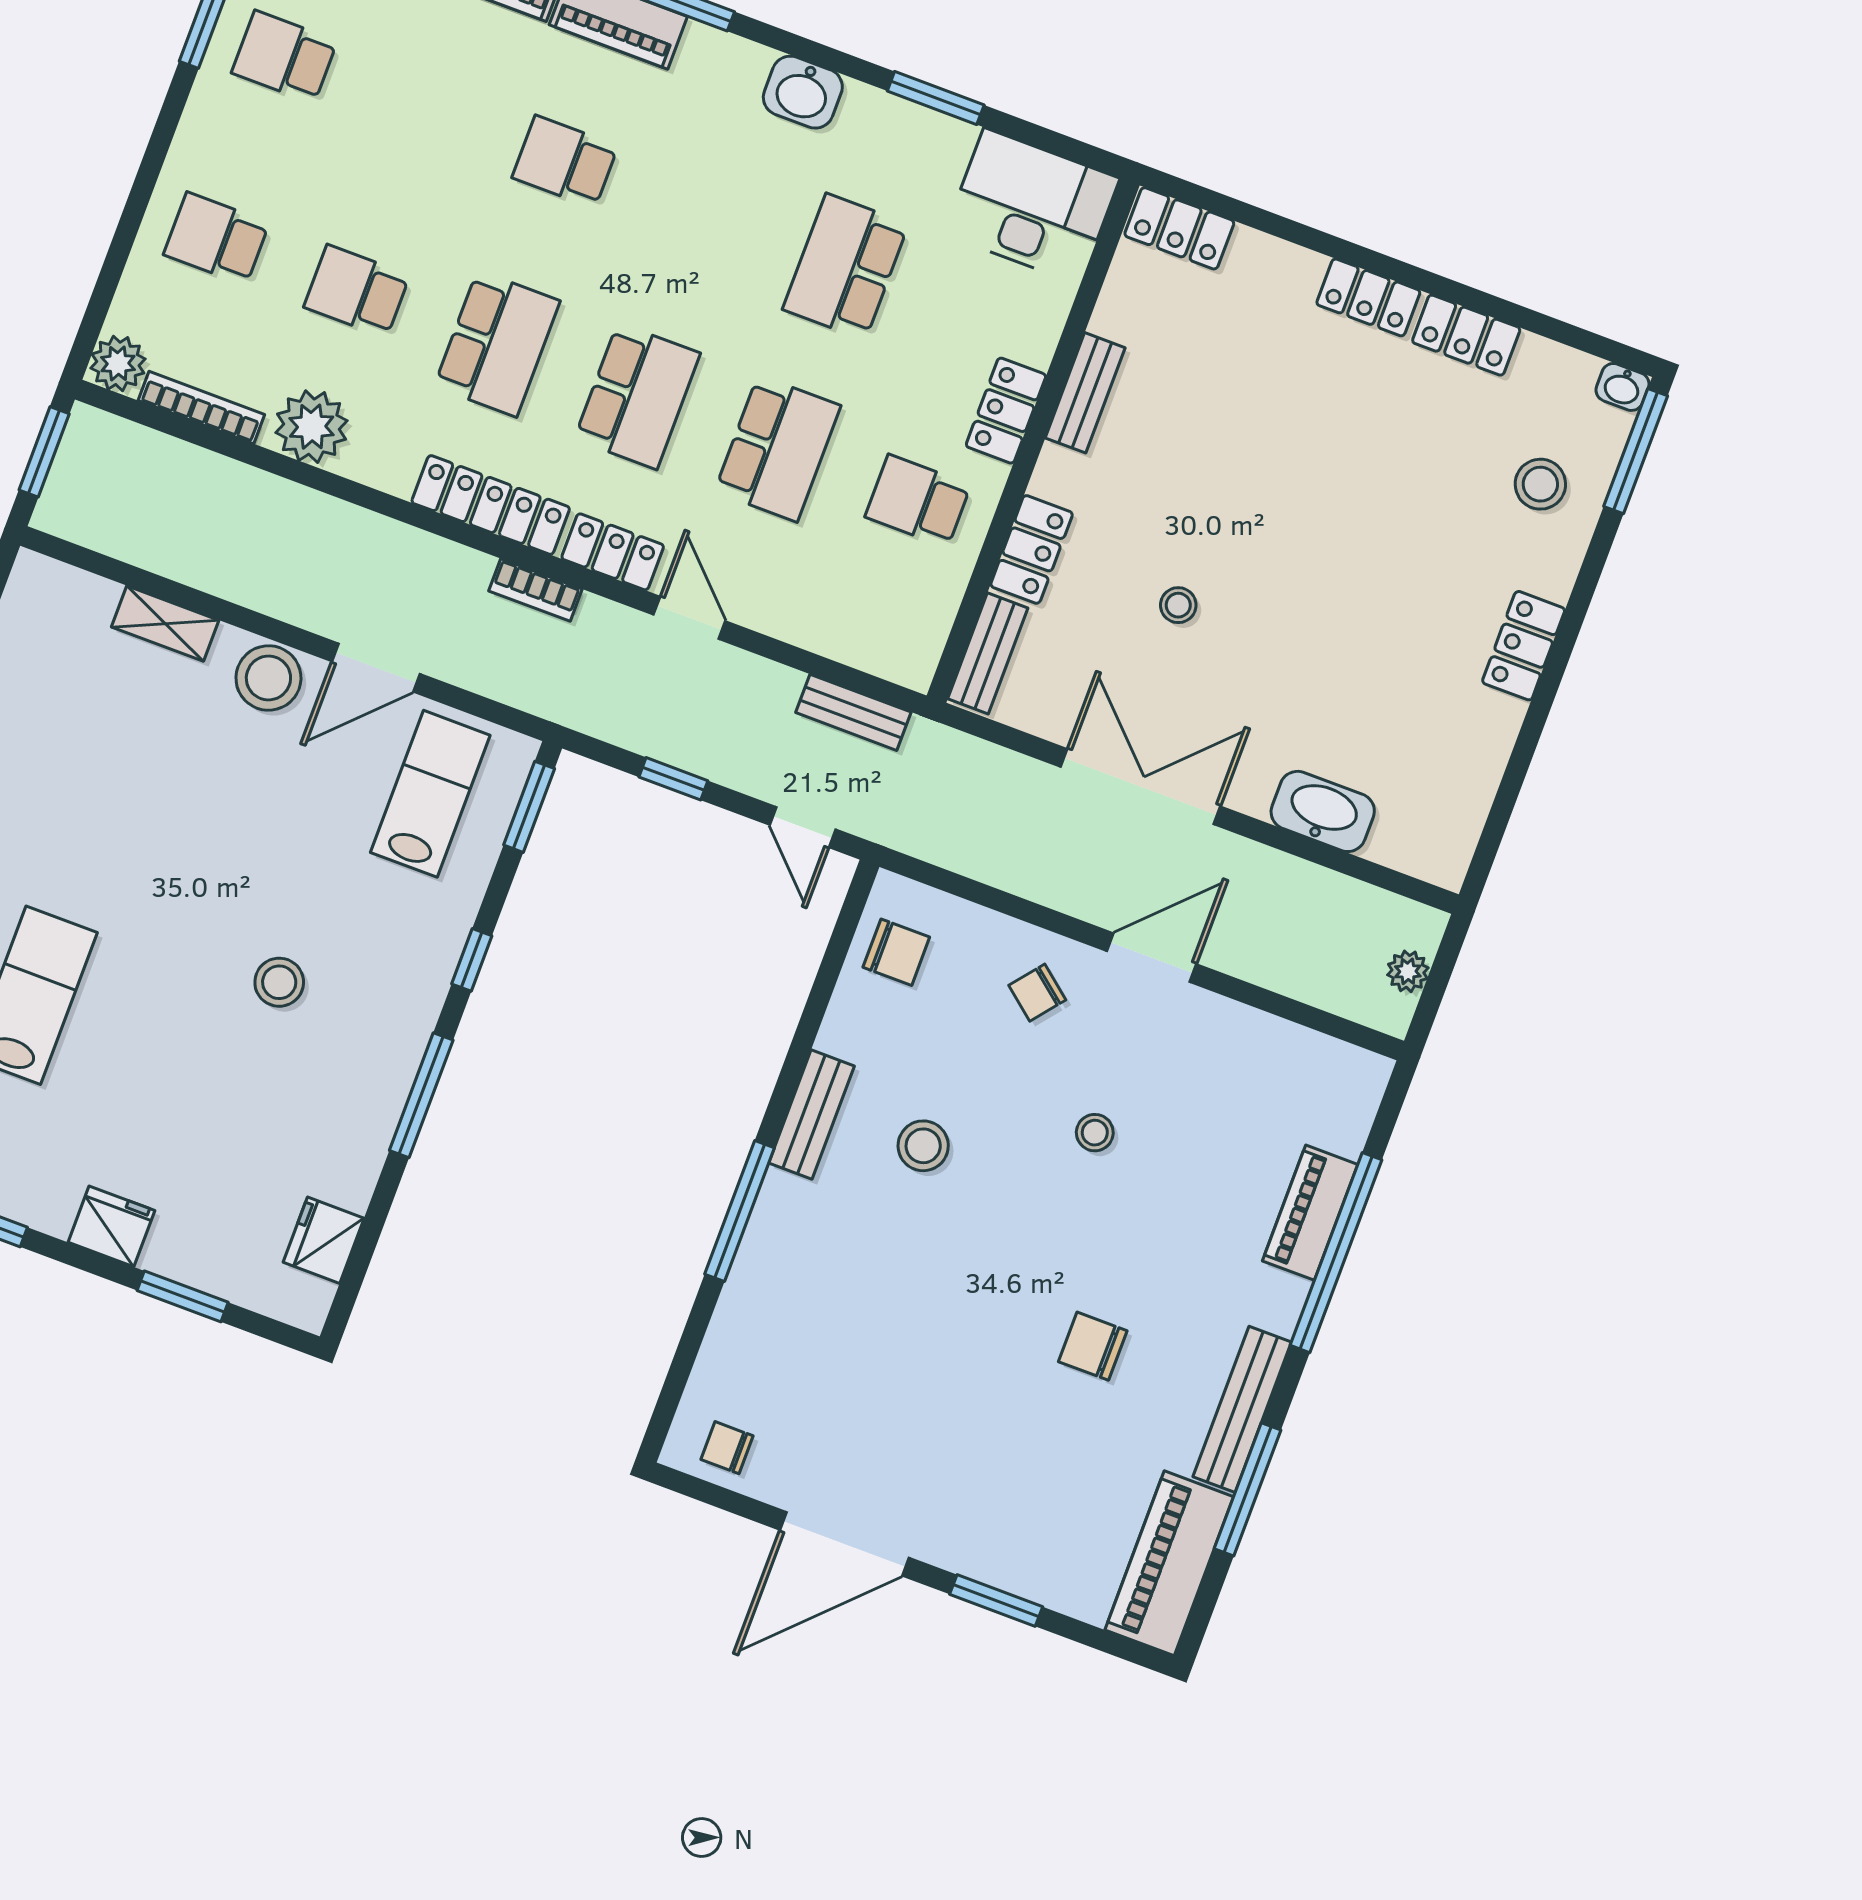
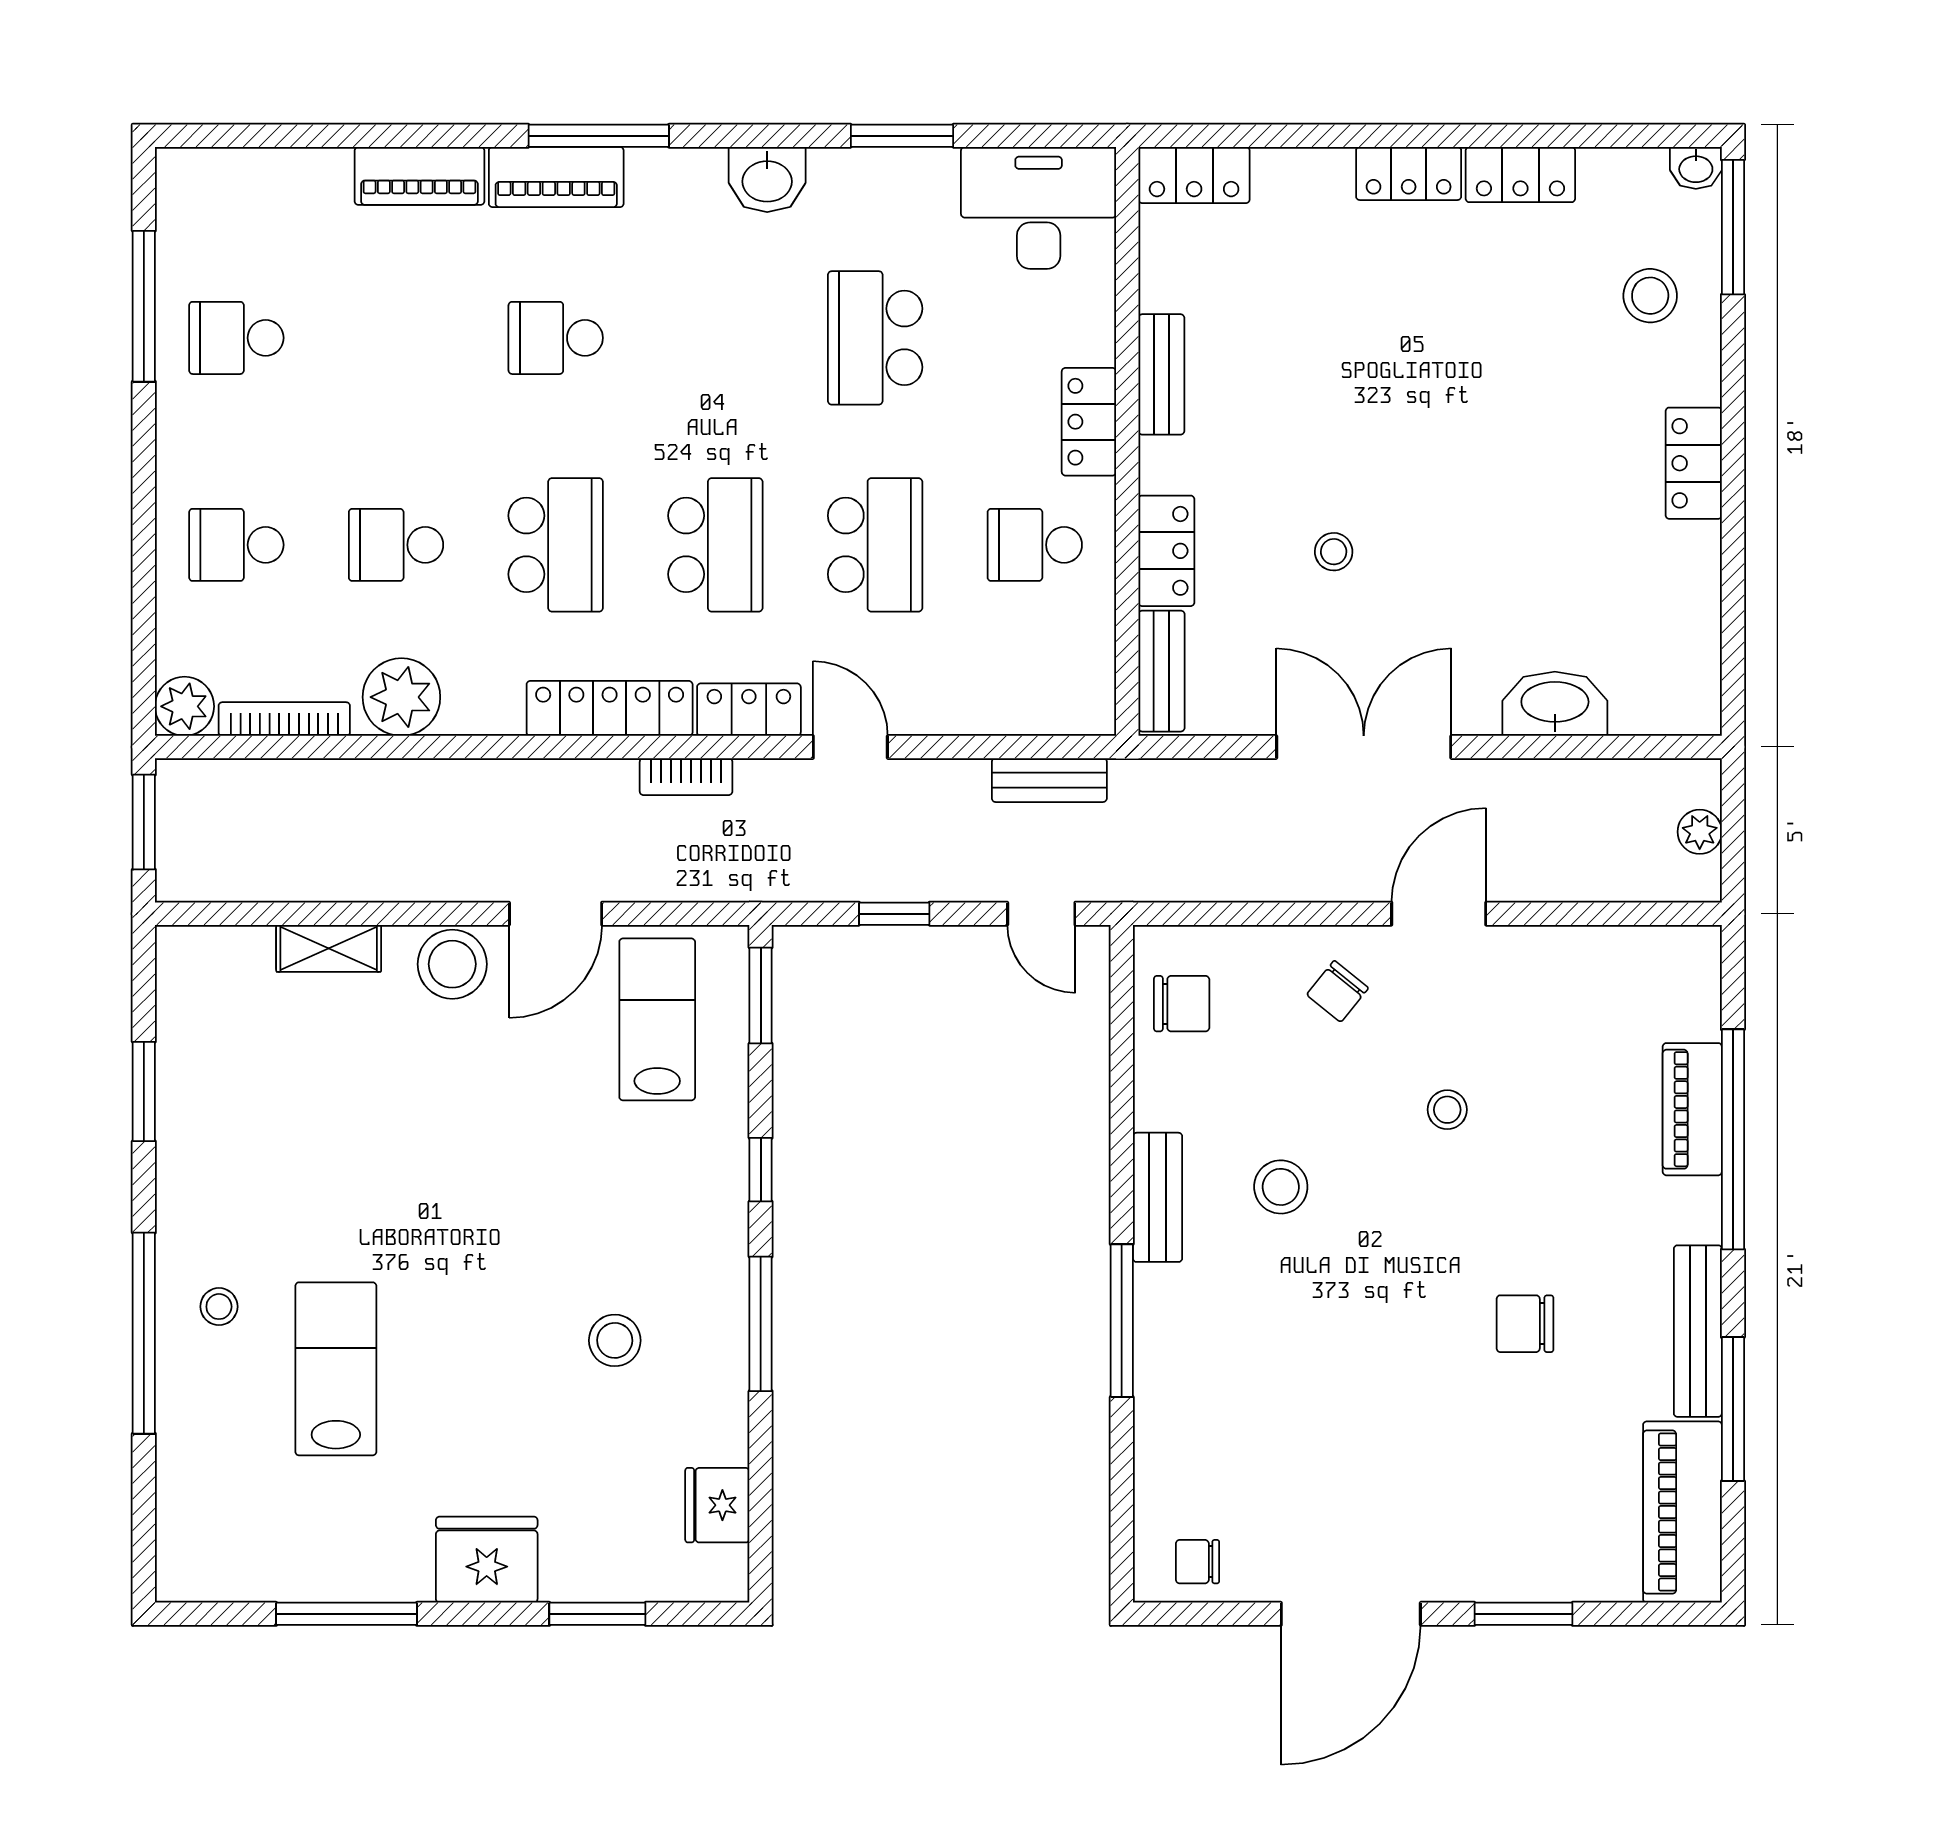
stool: (279, 982) -> (615, 1340), moved
fridge: (111, 1226) -> (487, 1560), width x1.36, depth x1.34

